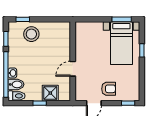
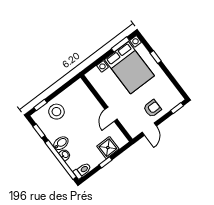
bed with nightstands: (121, 43) -> (129, 68), width x1.36
bidet: (16, 84) -> (61, 143), moved

